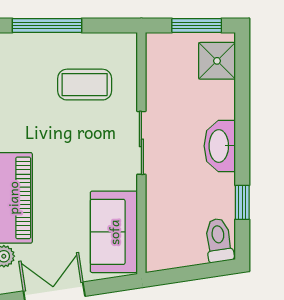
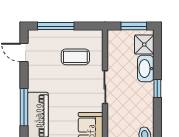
washbasin: (220, 146) -> (146, 69), moved
window: (242, 202) -> (157, 89), moved

